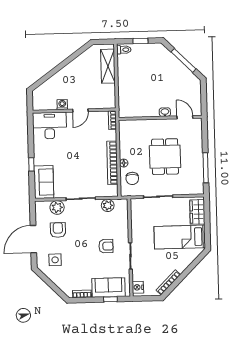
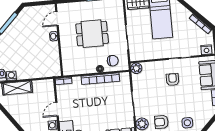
washing machine: (122, 60) -> (11, 76), added
door: (80, 110) -> (57, 109), swing flipped
plant: (108, 205) -> (136, 68), moved

